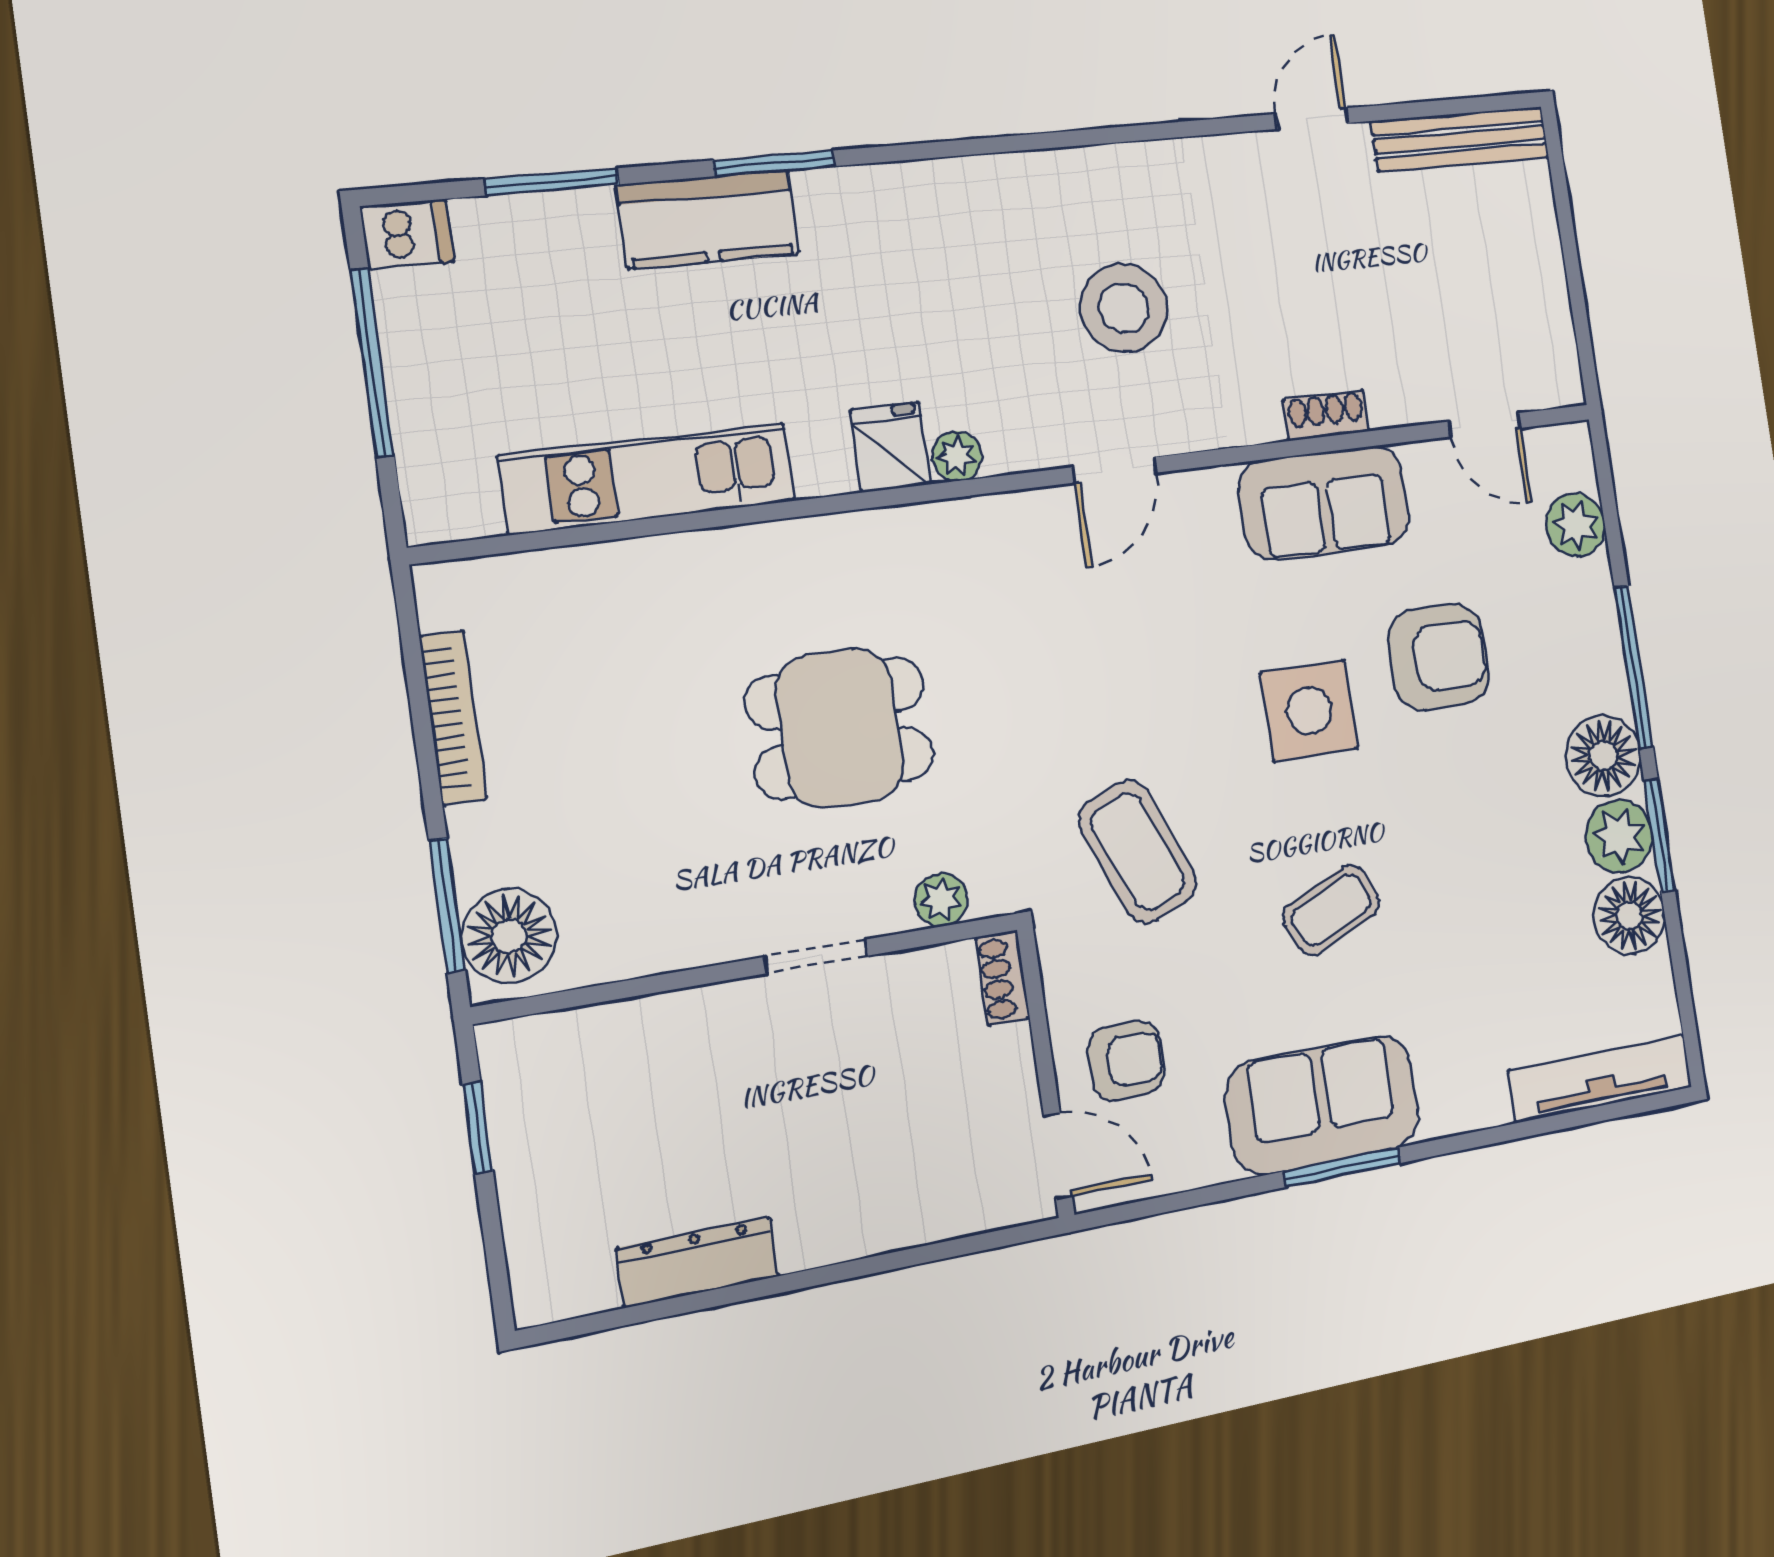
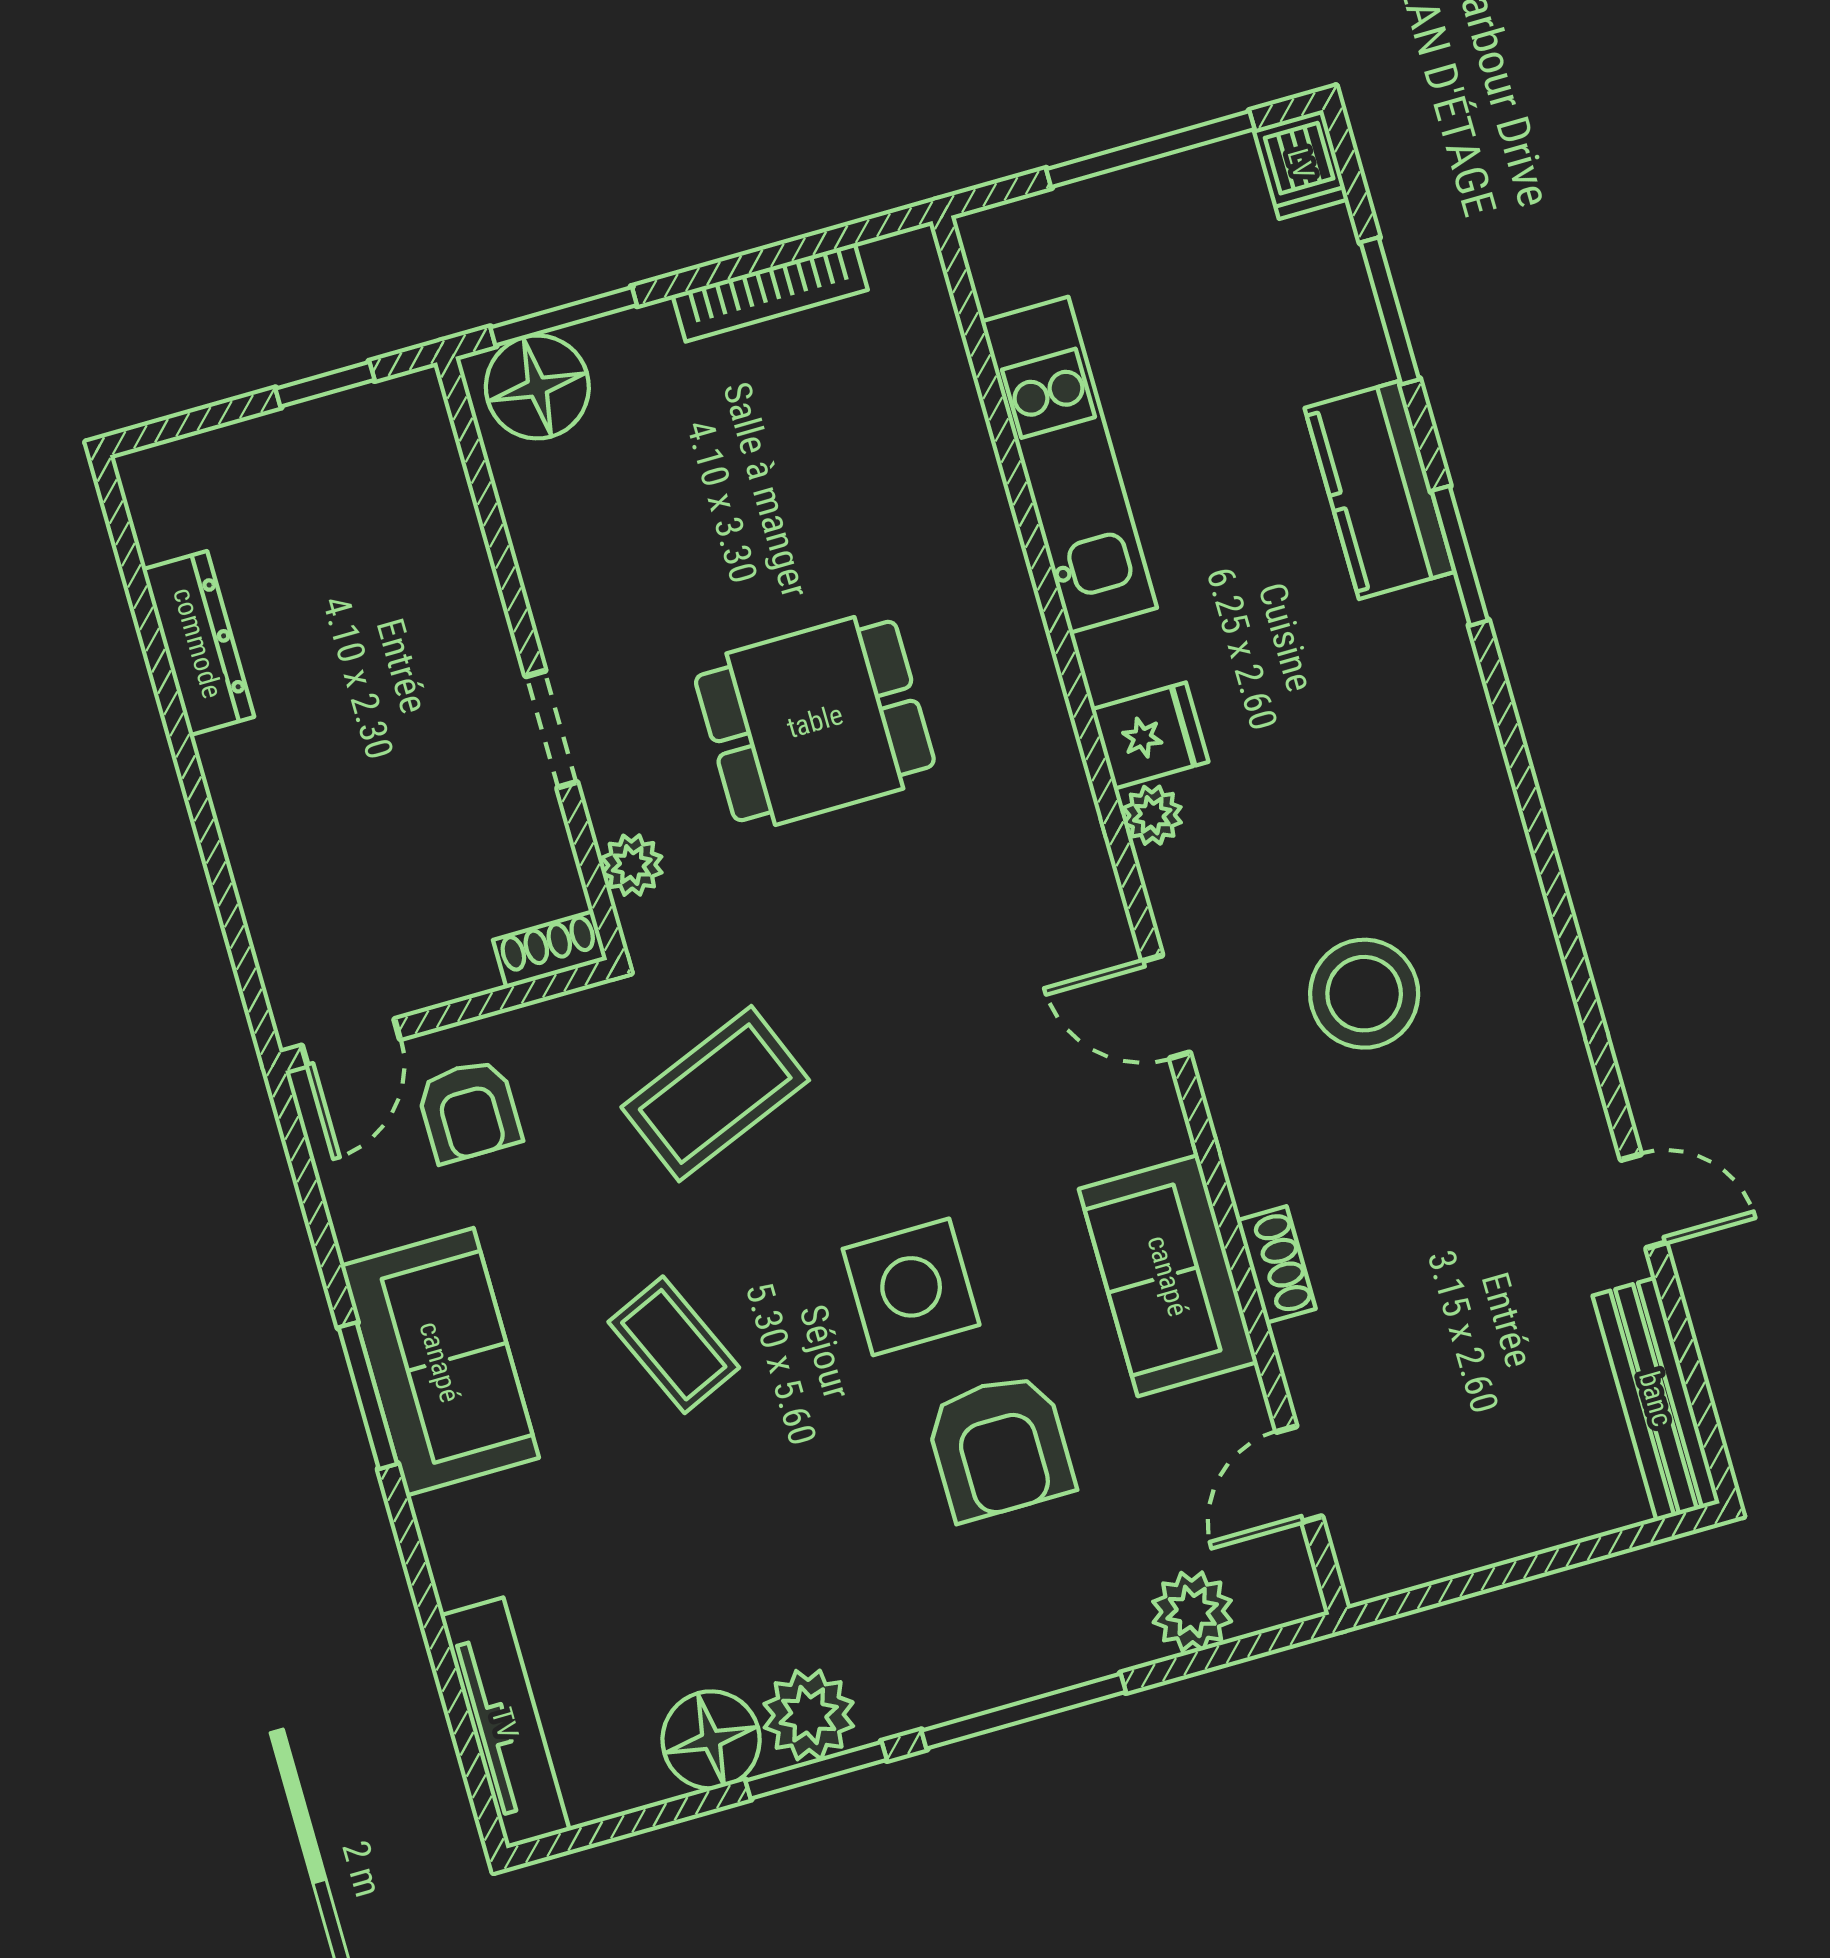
dining table: (840, 728) -> (815, 721), turned 90
floor lamp: (1603, 756) -> (907, 1682), removed

